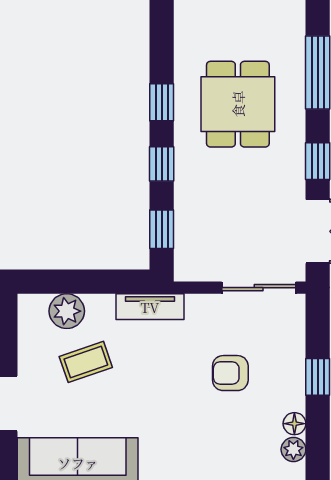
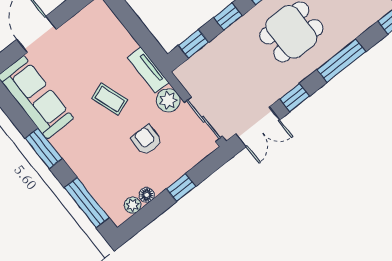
plant: (67, 311) -> (168, 100), moved
coffee table: (86, 362) -> (110, 99), moved

